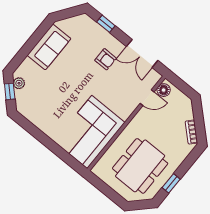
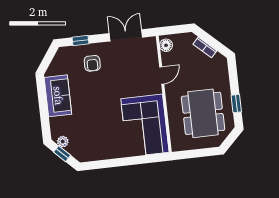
double door: (142, 53) -> (126, 35), swing flipped
armchair: (106, 59) -> (92, 63), moved, turned 90
door: (147, 98) -> (162, 75), moved
bookcase: (191, 132) -> (205, 47), moved

